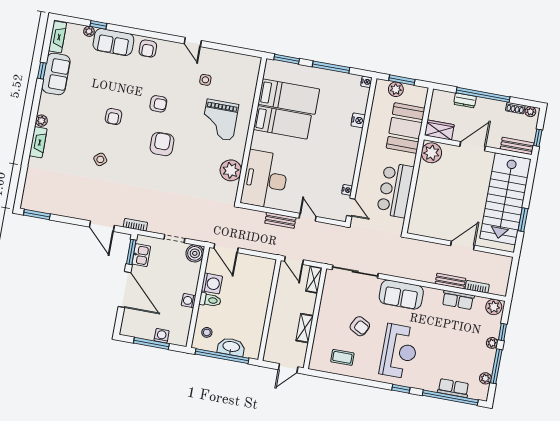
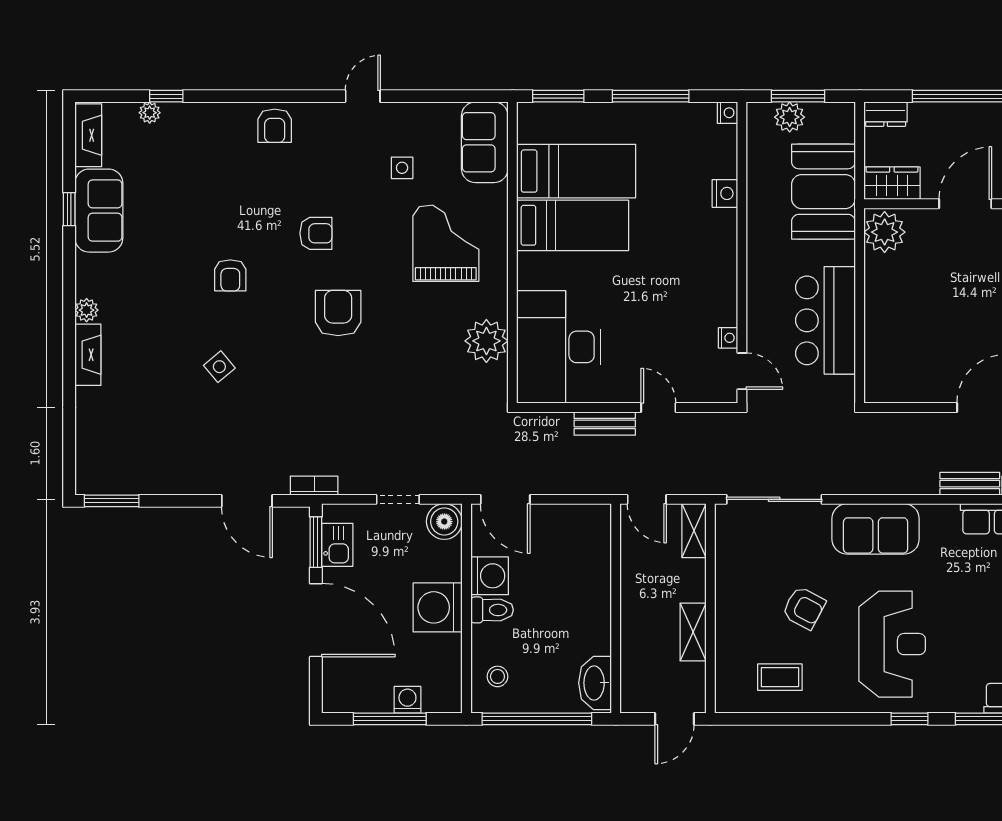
sofa: (113, 42) -> (485, 142), moved, turned 90
door: (193, 42) -> (363, 96), swing flipped
dresser: (465, 100) -> (886, 114), moved
grand piano: (220, 120) -> (446, 243), turned 180
washing machine: (189, 301) -> (438, 607), width x1.89, depth x1.89
washbasin: (231, 347) -> (595, 683), moved, turned -90

